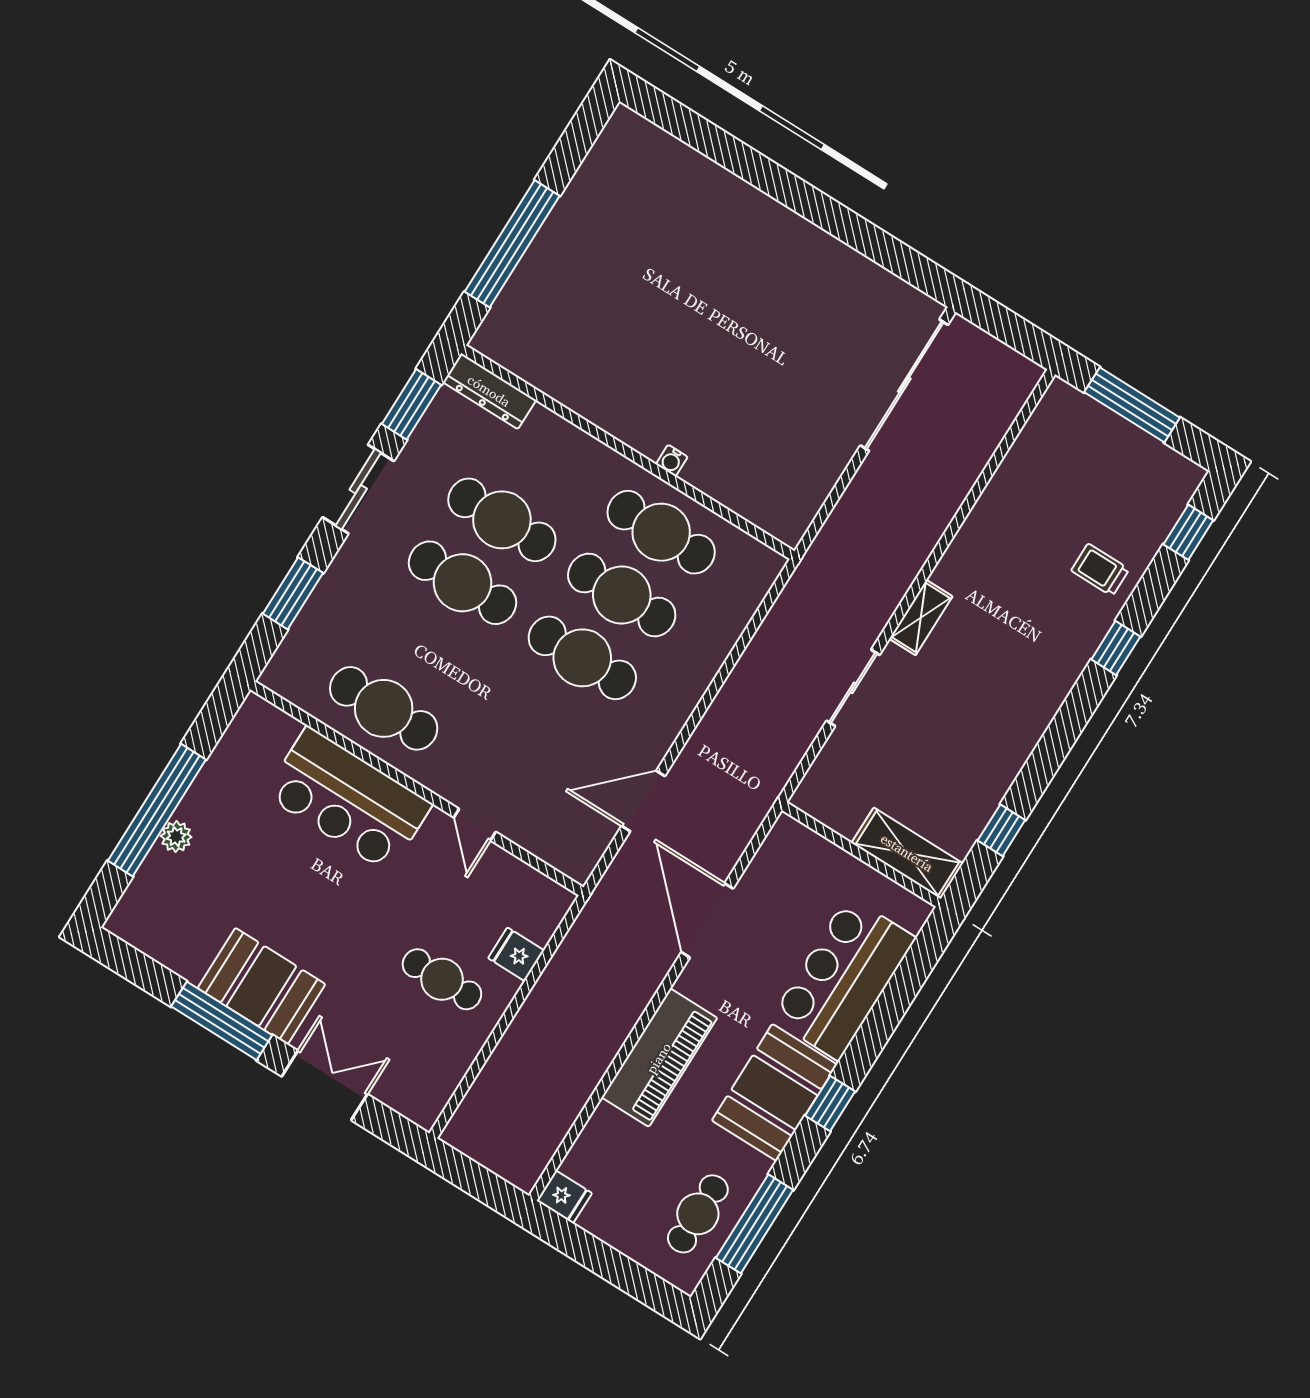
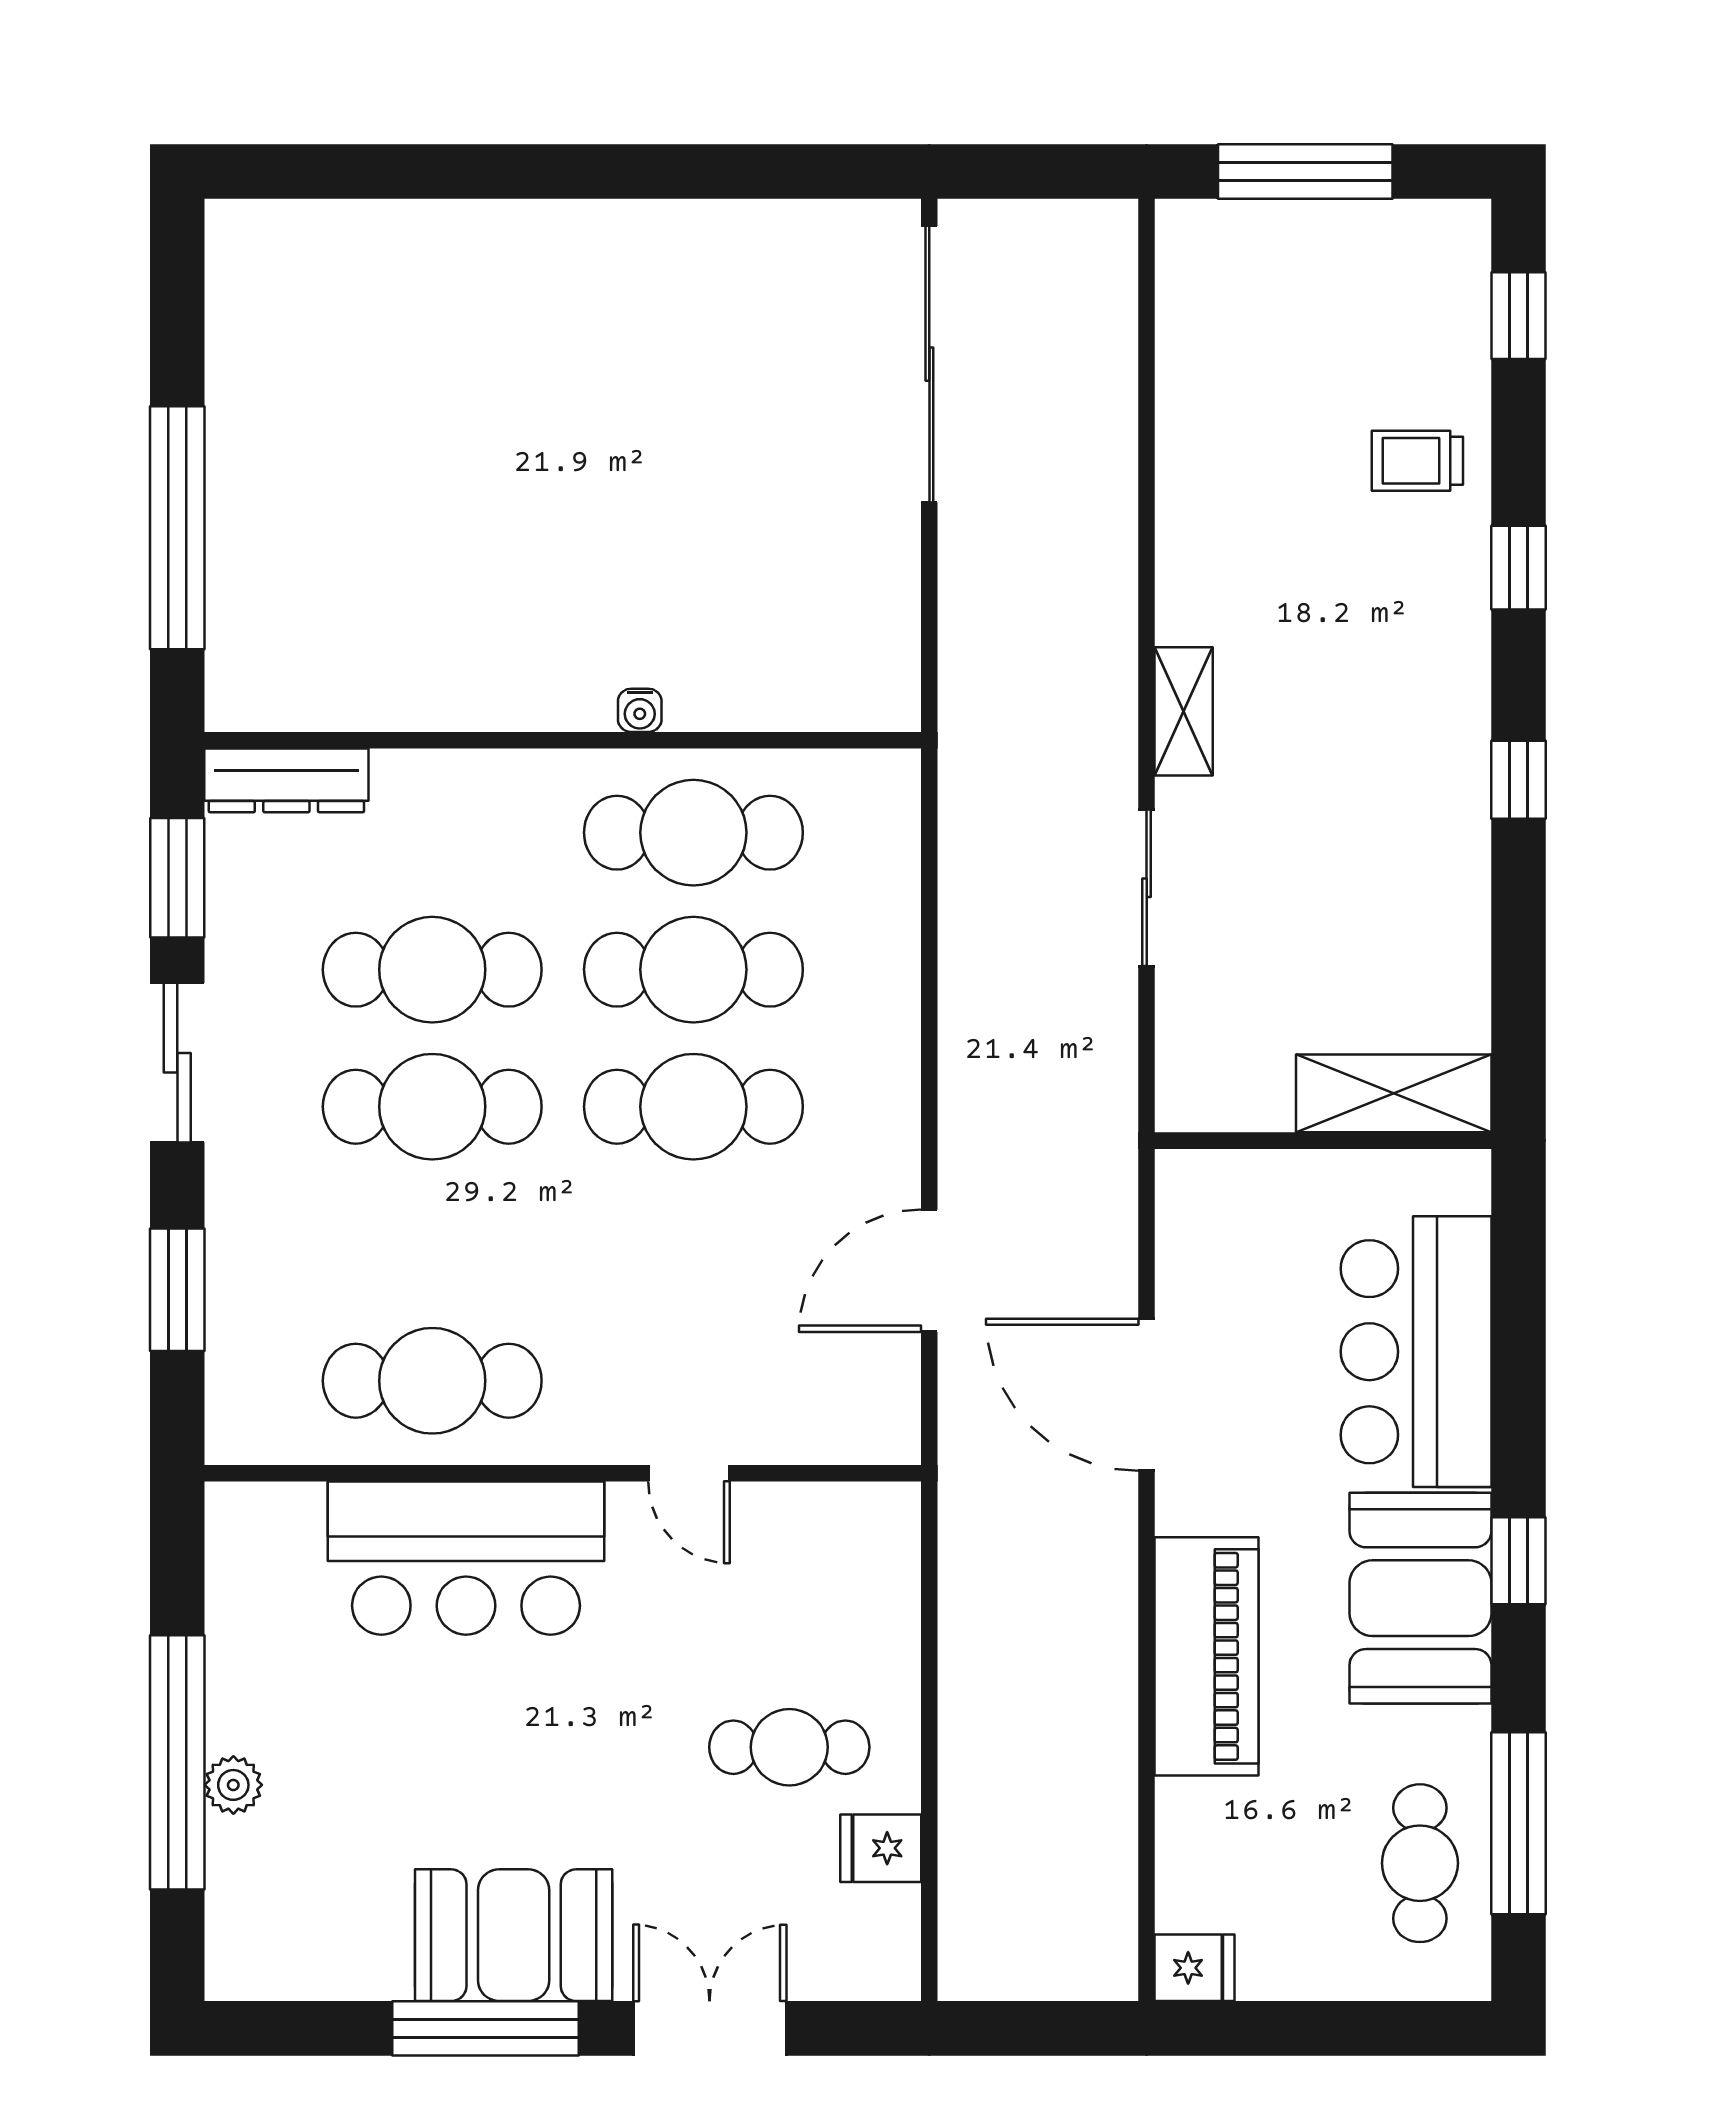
window: (1001, 830) -> (1518, 780), moved
fridge: (516, 954) -> (881, 1848), moved

